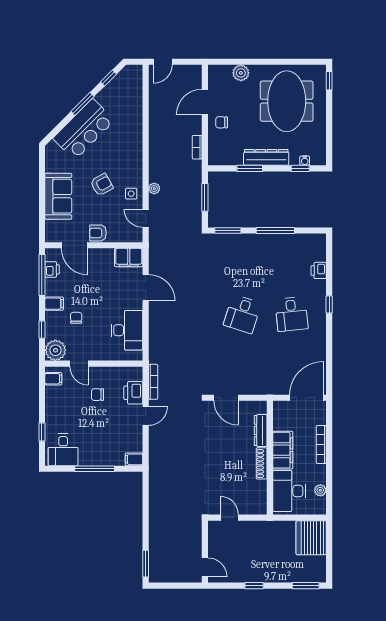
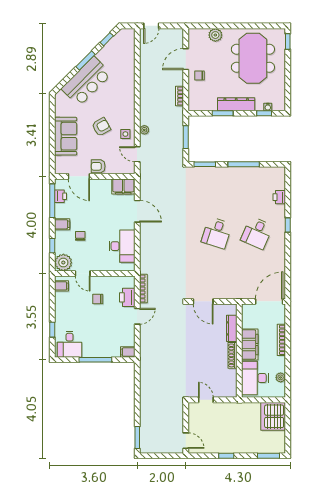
desk: (292, 314) -> (257, 233), turned 30

